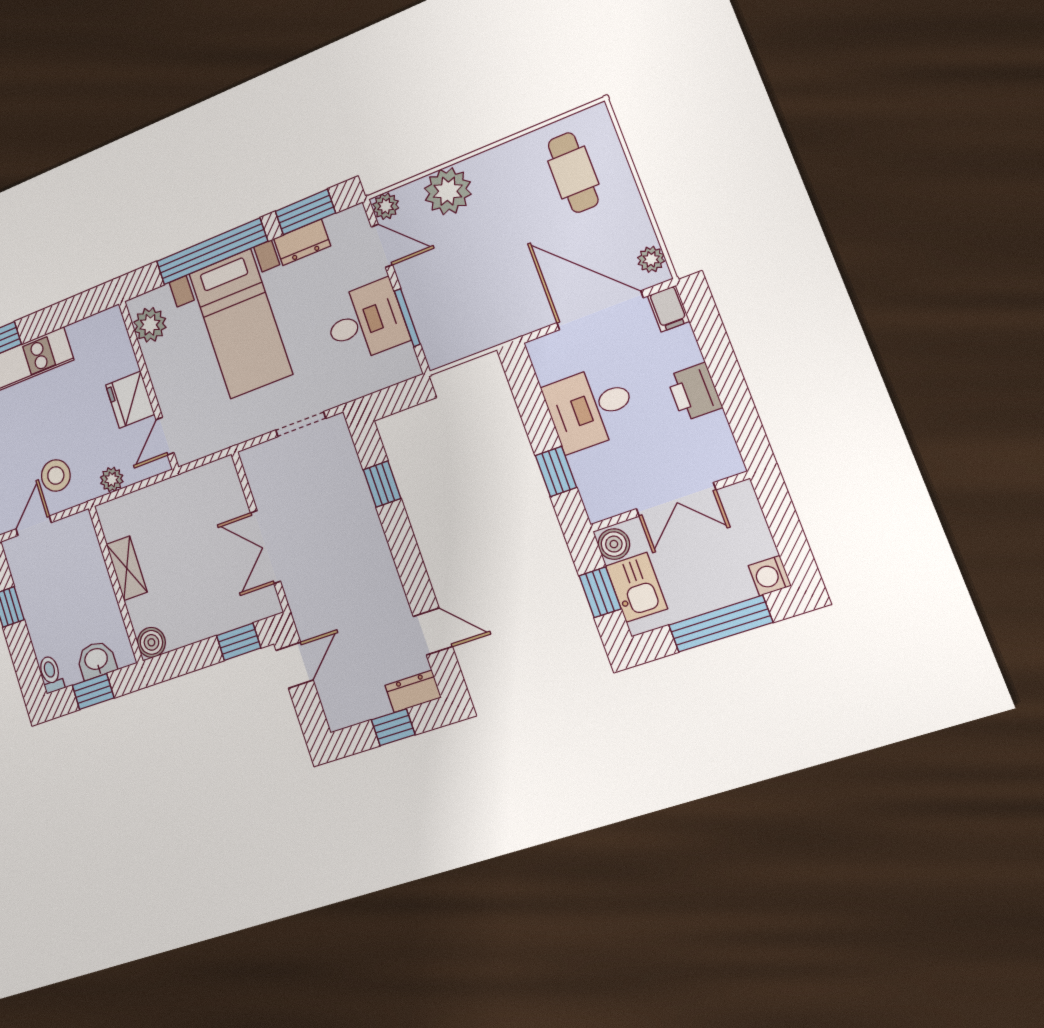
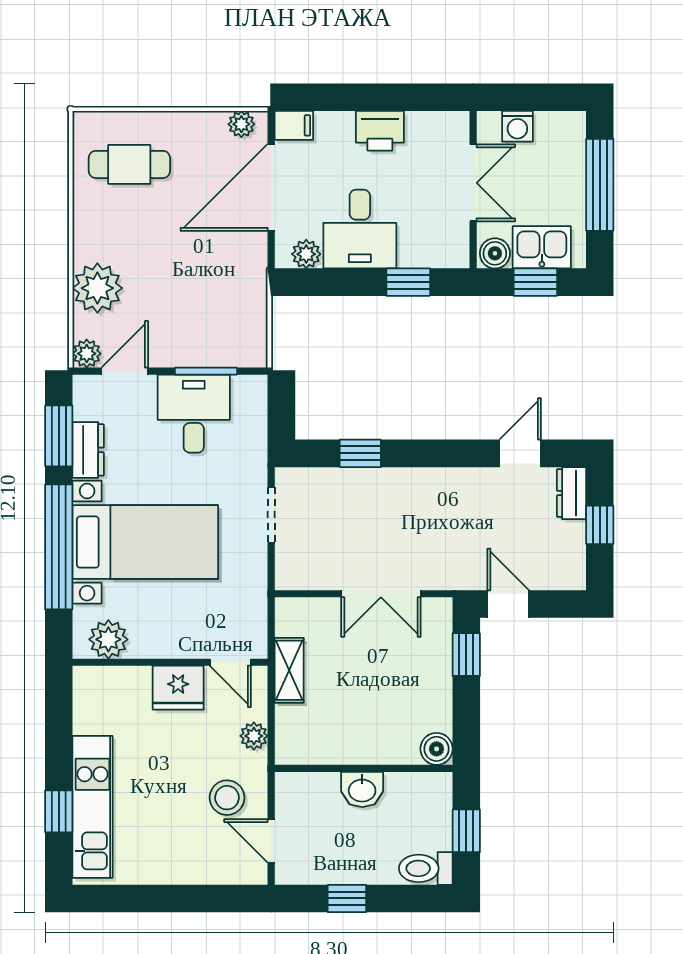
plant: (548, 367) -> (306, 254), added
shelving: (127, 568) -> (289, 670), moved, turned 90
washing machine: (770, 576) -> (517, 126), moved
washbasin: (96, 660) -> (362, 789), moved, turned -90
toilet: (51, 674) -> (426, 868), width x1.37, depth x1.39

